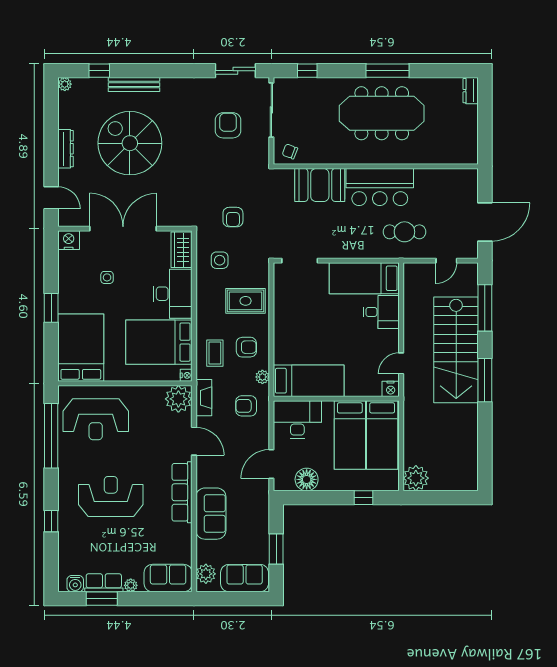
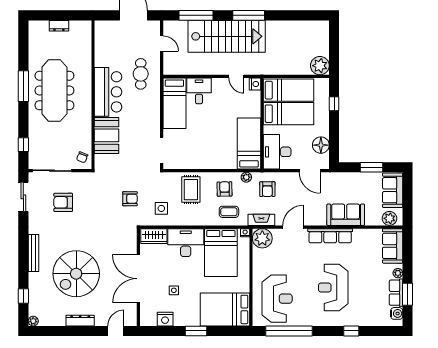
bench: (134, 85) -> (34, 253), moved
dresser: (471, 91) -> (59, 26), moved
nightstand: (69, 240) -> (165, 319), moved, turned -90

